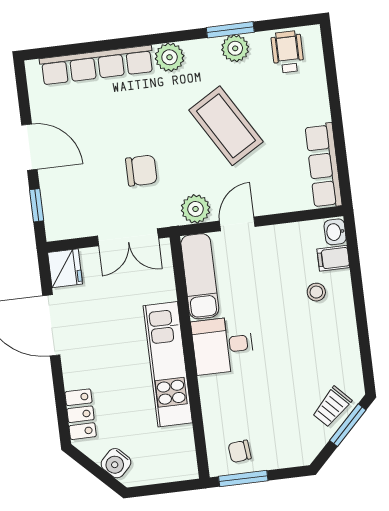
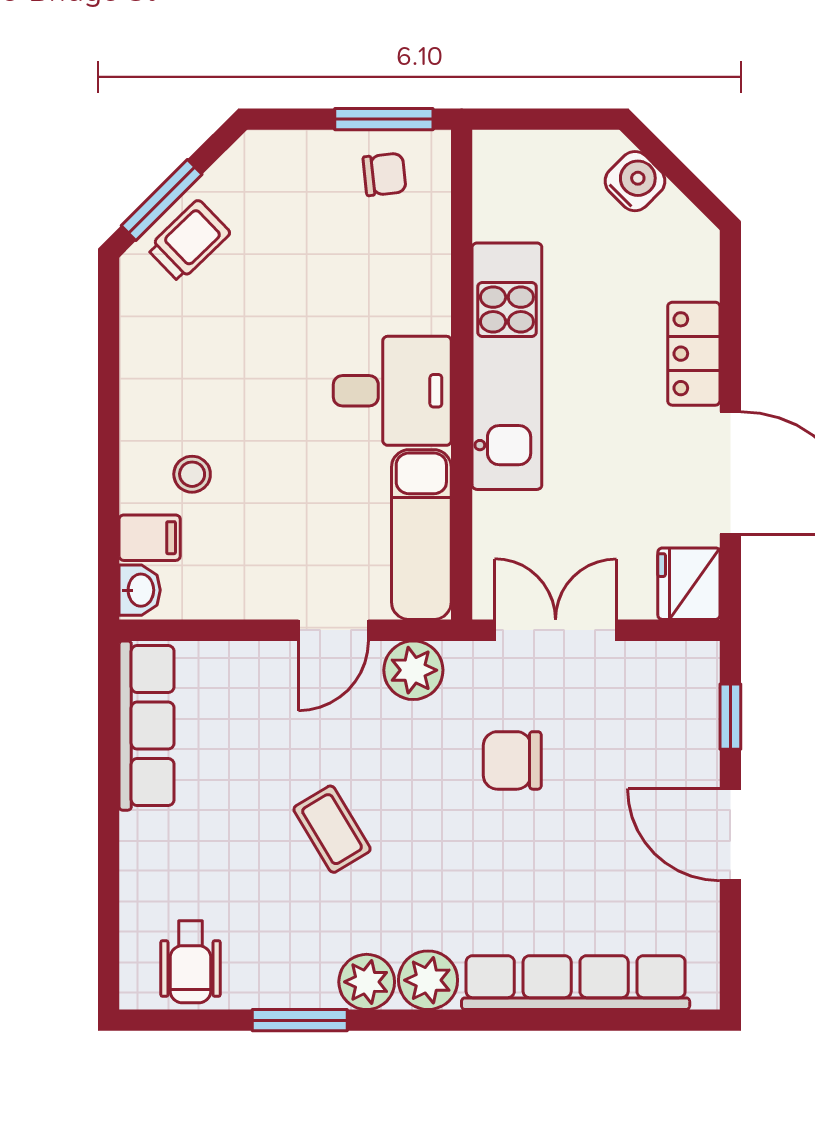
plant: (235, 48) -> (367, 982), moved
coffee table: (226, 126) -> (332, 829), width x0.54, depth x0.58
locker: (81, 414) -> (694, 354), moved

